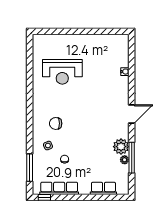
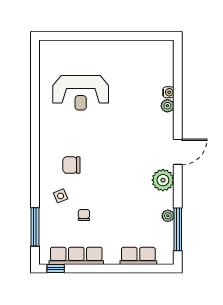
plant: (124, 81) -> (167, 106), added
plant: (121, 147) -> (163, 180), moved
window: (132, 158) -> (178, 229), moved

